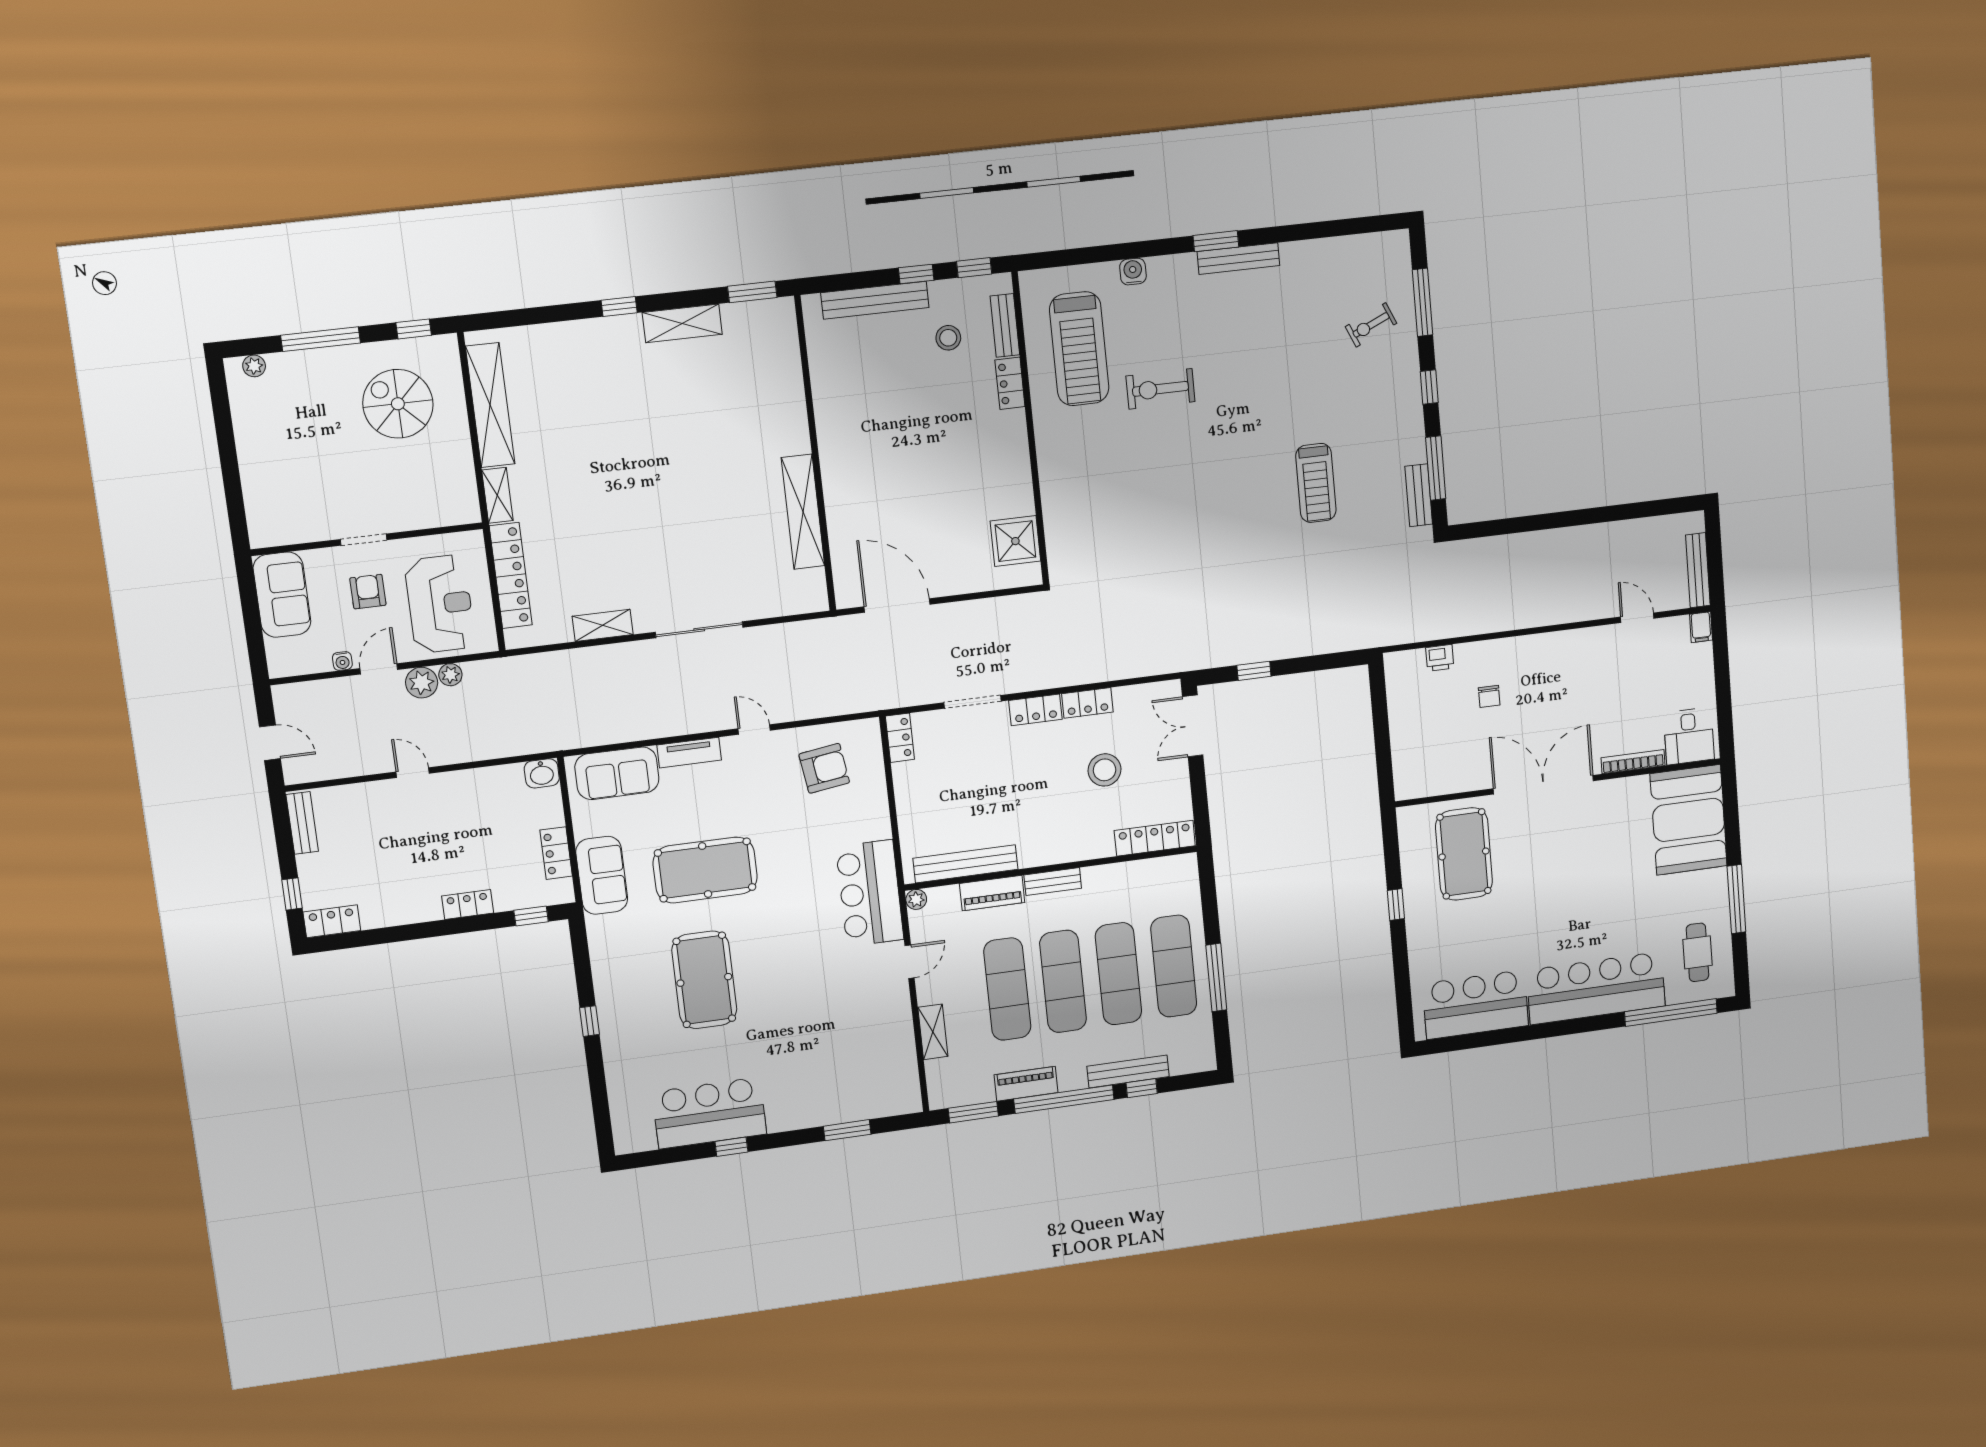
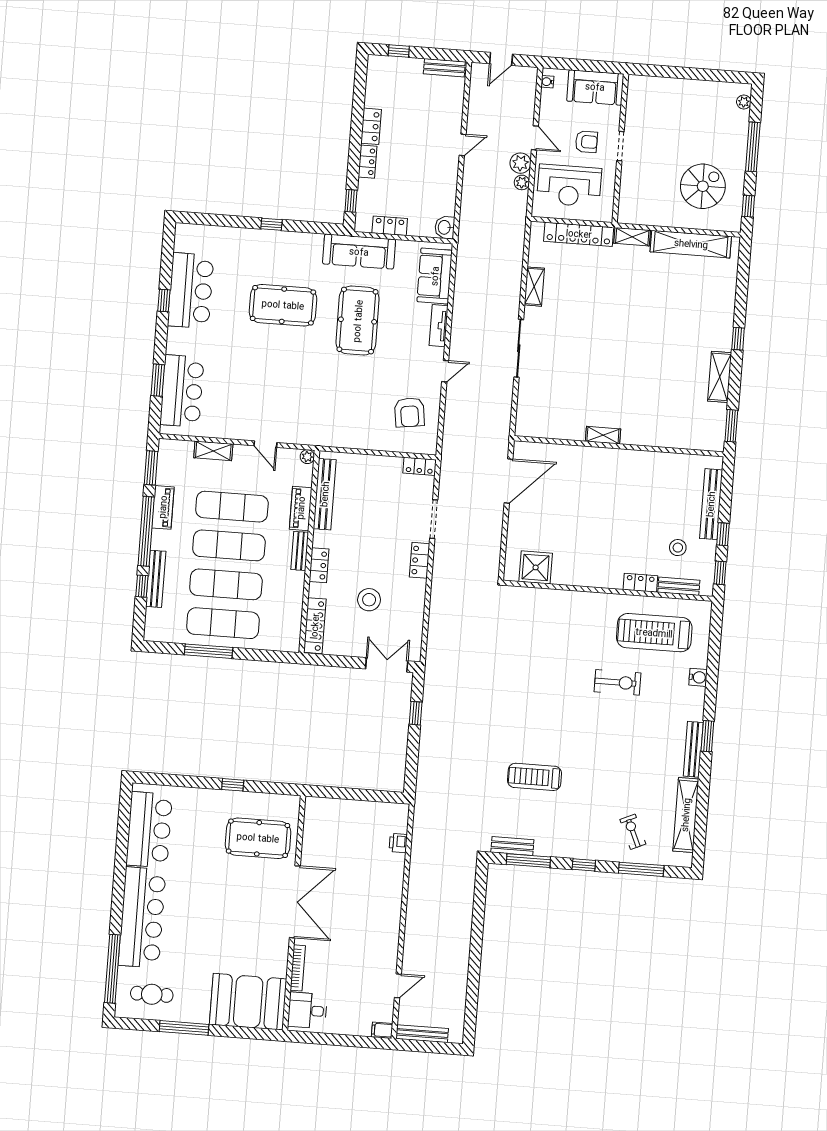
shelving: (1335, 252) -> (686, 815), added
exercise bike: (1161, 389) -> (618, 682), turned 90
shelving: (803, 512) -> (603, 435), width x0.45, depth x0.75
water cooler: (342, 661) -> (547, 82), moved
chair: (1489, 696) -> (365, 873), removed
locker: (1087, 703) -> (319, 565), moved, turned 180
sofa: (602, 875) -> (359, 252), width x1.36
bar counter: (870, 893) -> (182, 391), moved, turned 90
locker: (332, 921) -> (371, 126), moved

